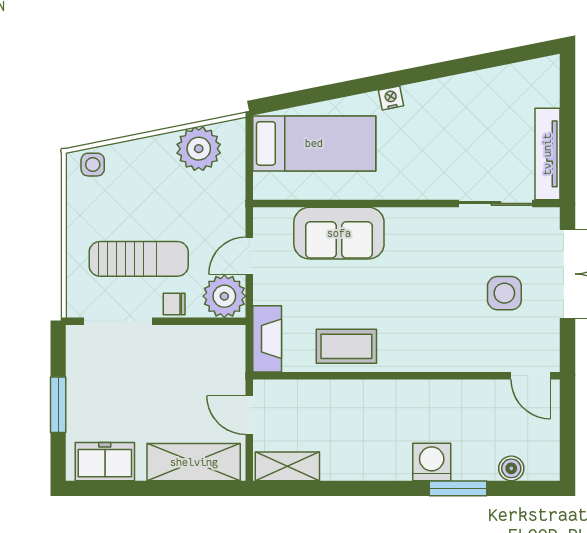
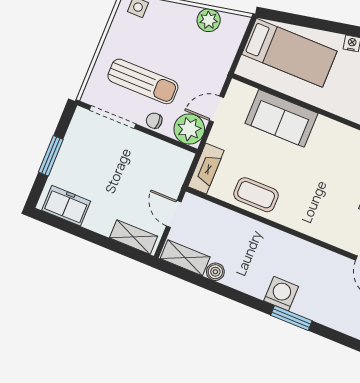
plant: (199, 149) -> (209, 20), width x0.73, depth x0.73
shelving: (194, 462) -> (133, 237), width x0.67, depth x0.75
boiler: (511, 468) -> (215, 272), moved

